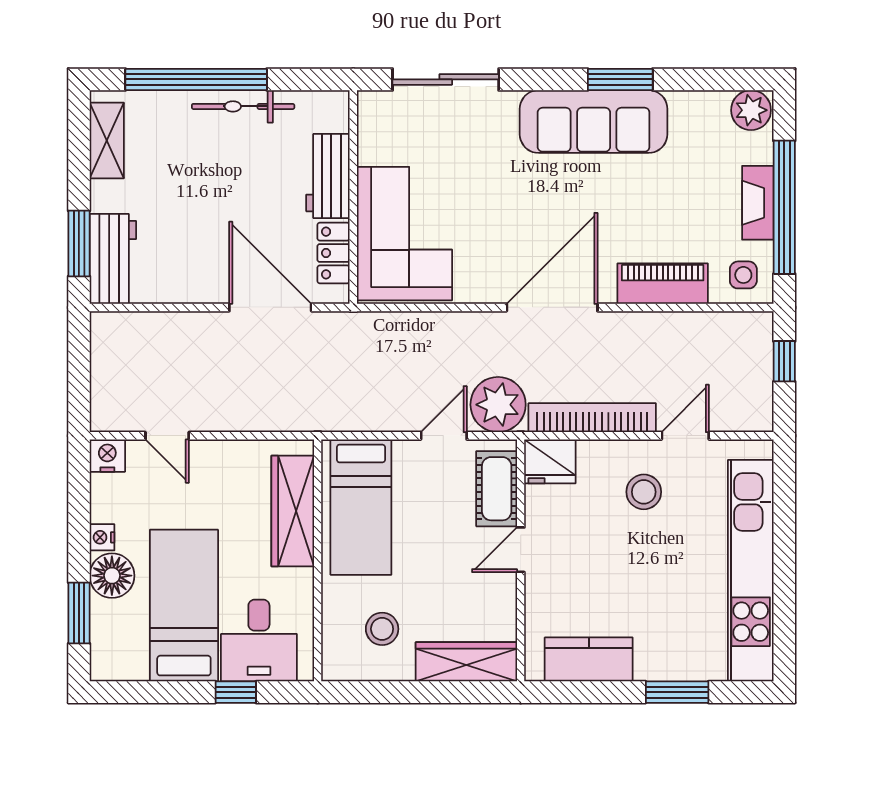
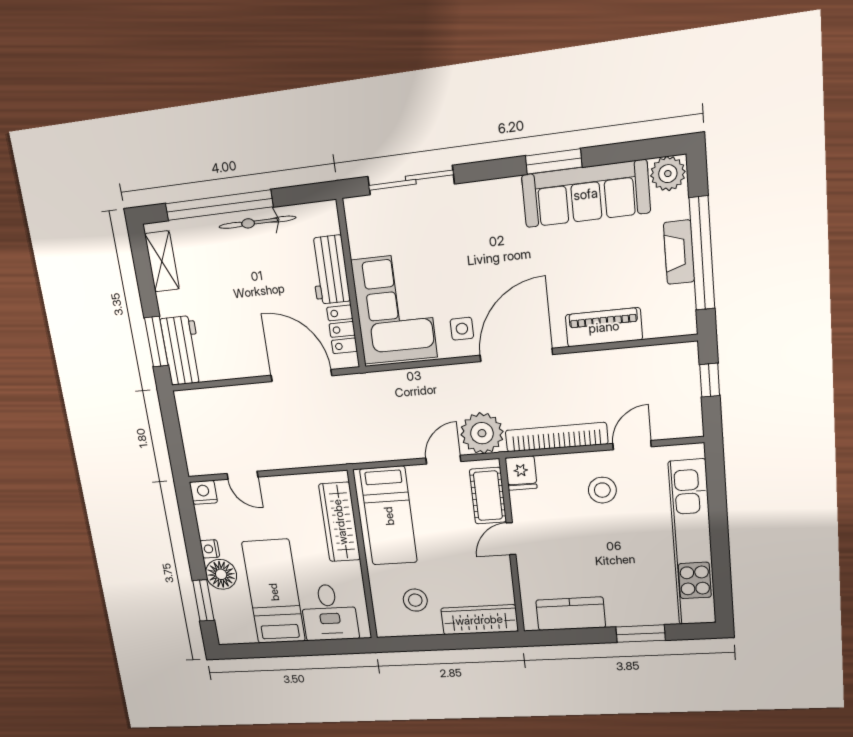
sofa: (594, 122) -> (586, 194), moved
side table: (743, 275) -> (462, 329), moved
fridge: (550, 461) -> (521, 473), width x0.72
window: (236, 692) -> (318, 648), removed

